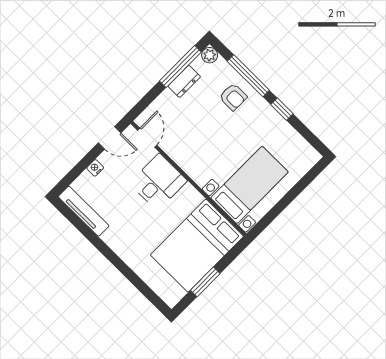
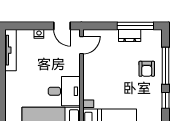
plant: (210, 55) -> (156, 35), removed
desk: (158, 182) -> (64, 91), moved

